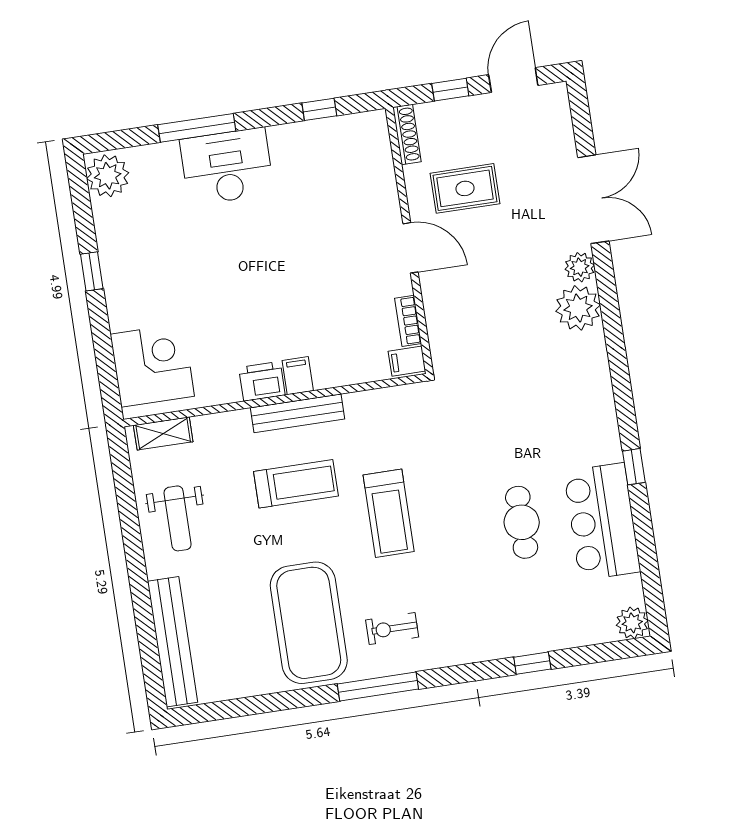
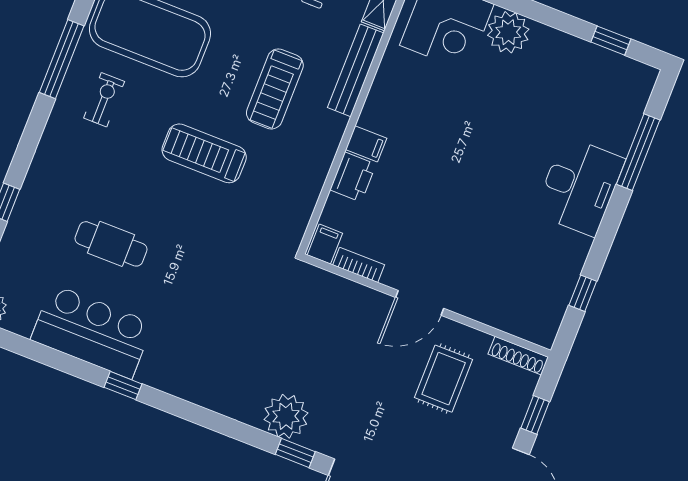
window: (197, 128) -> (638, 152), moved
plant: (108, 176) -> (508, 32), moved
plant: (580, 267) -> (320, 438), removed
window: (92, 271) -> (611, 41), moved
window: (606, 281) -> (295, 453), added
printer: (262, 381) -> (353, 177), moved
bench: (298, 413) -> (356, 70), moved
cafe table: (522, 522) -> (111, 244), moved

